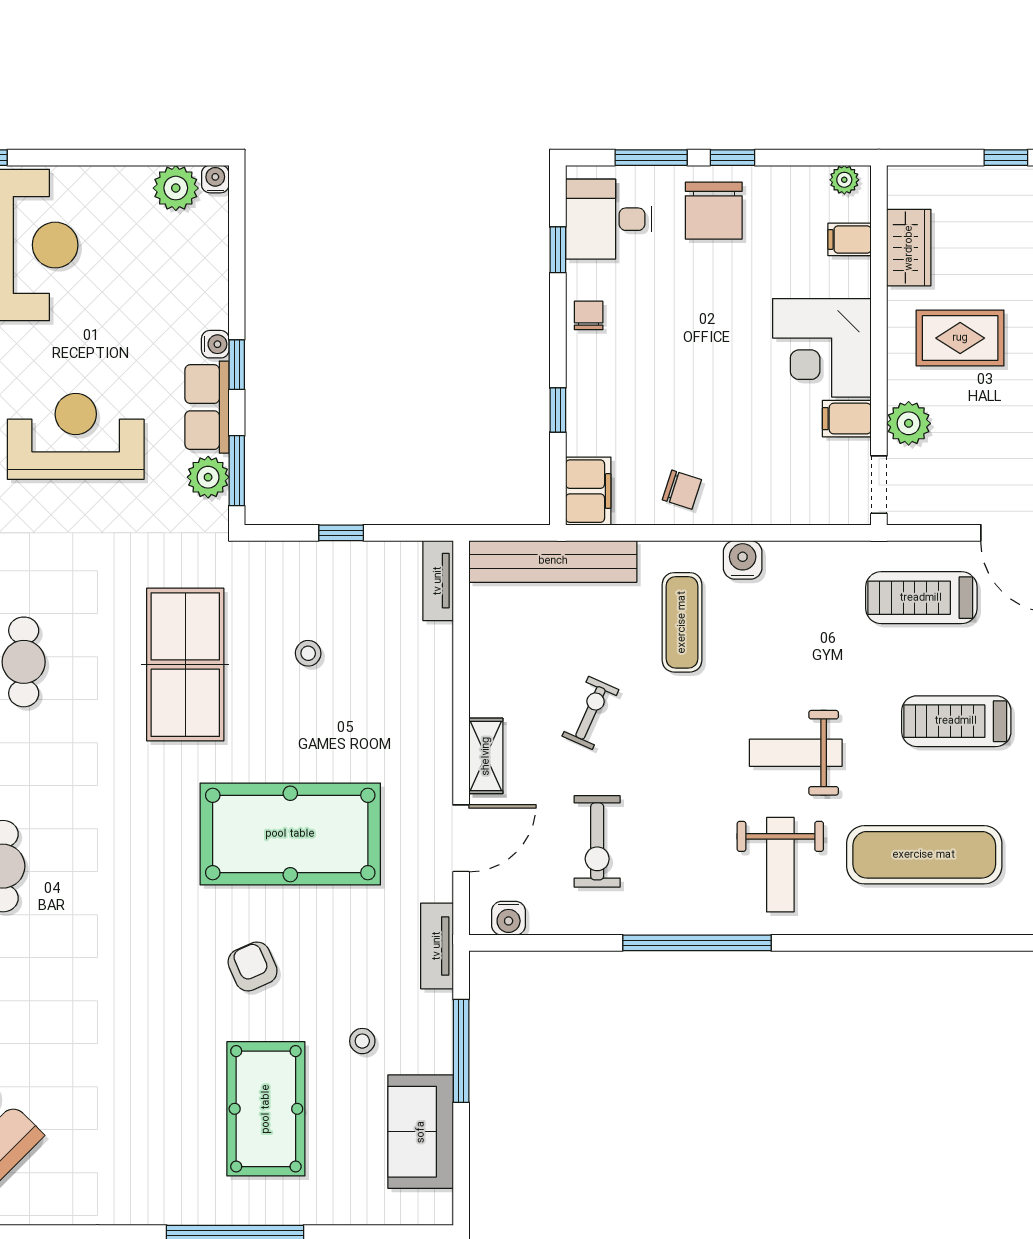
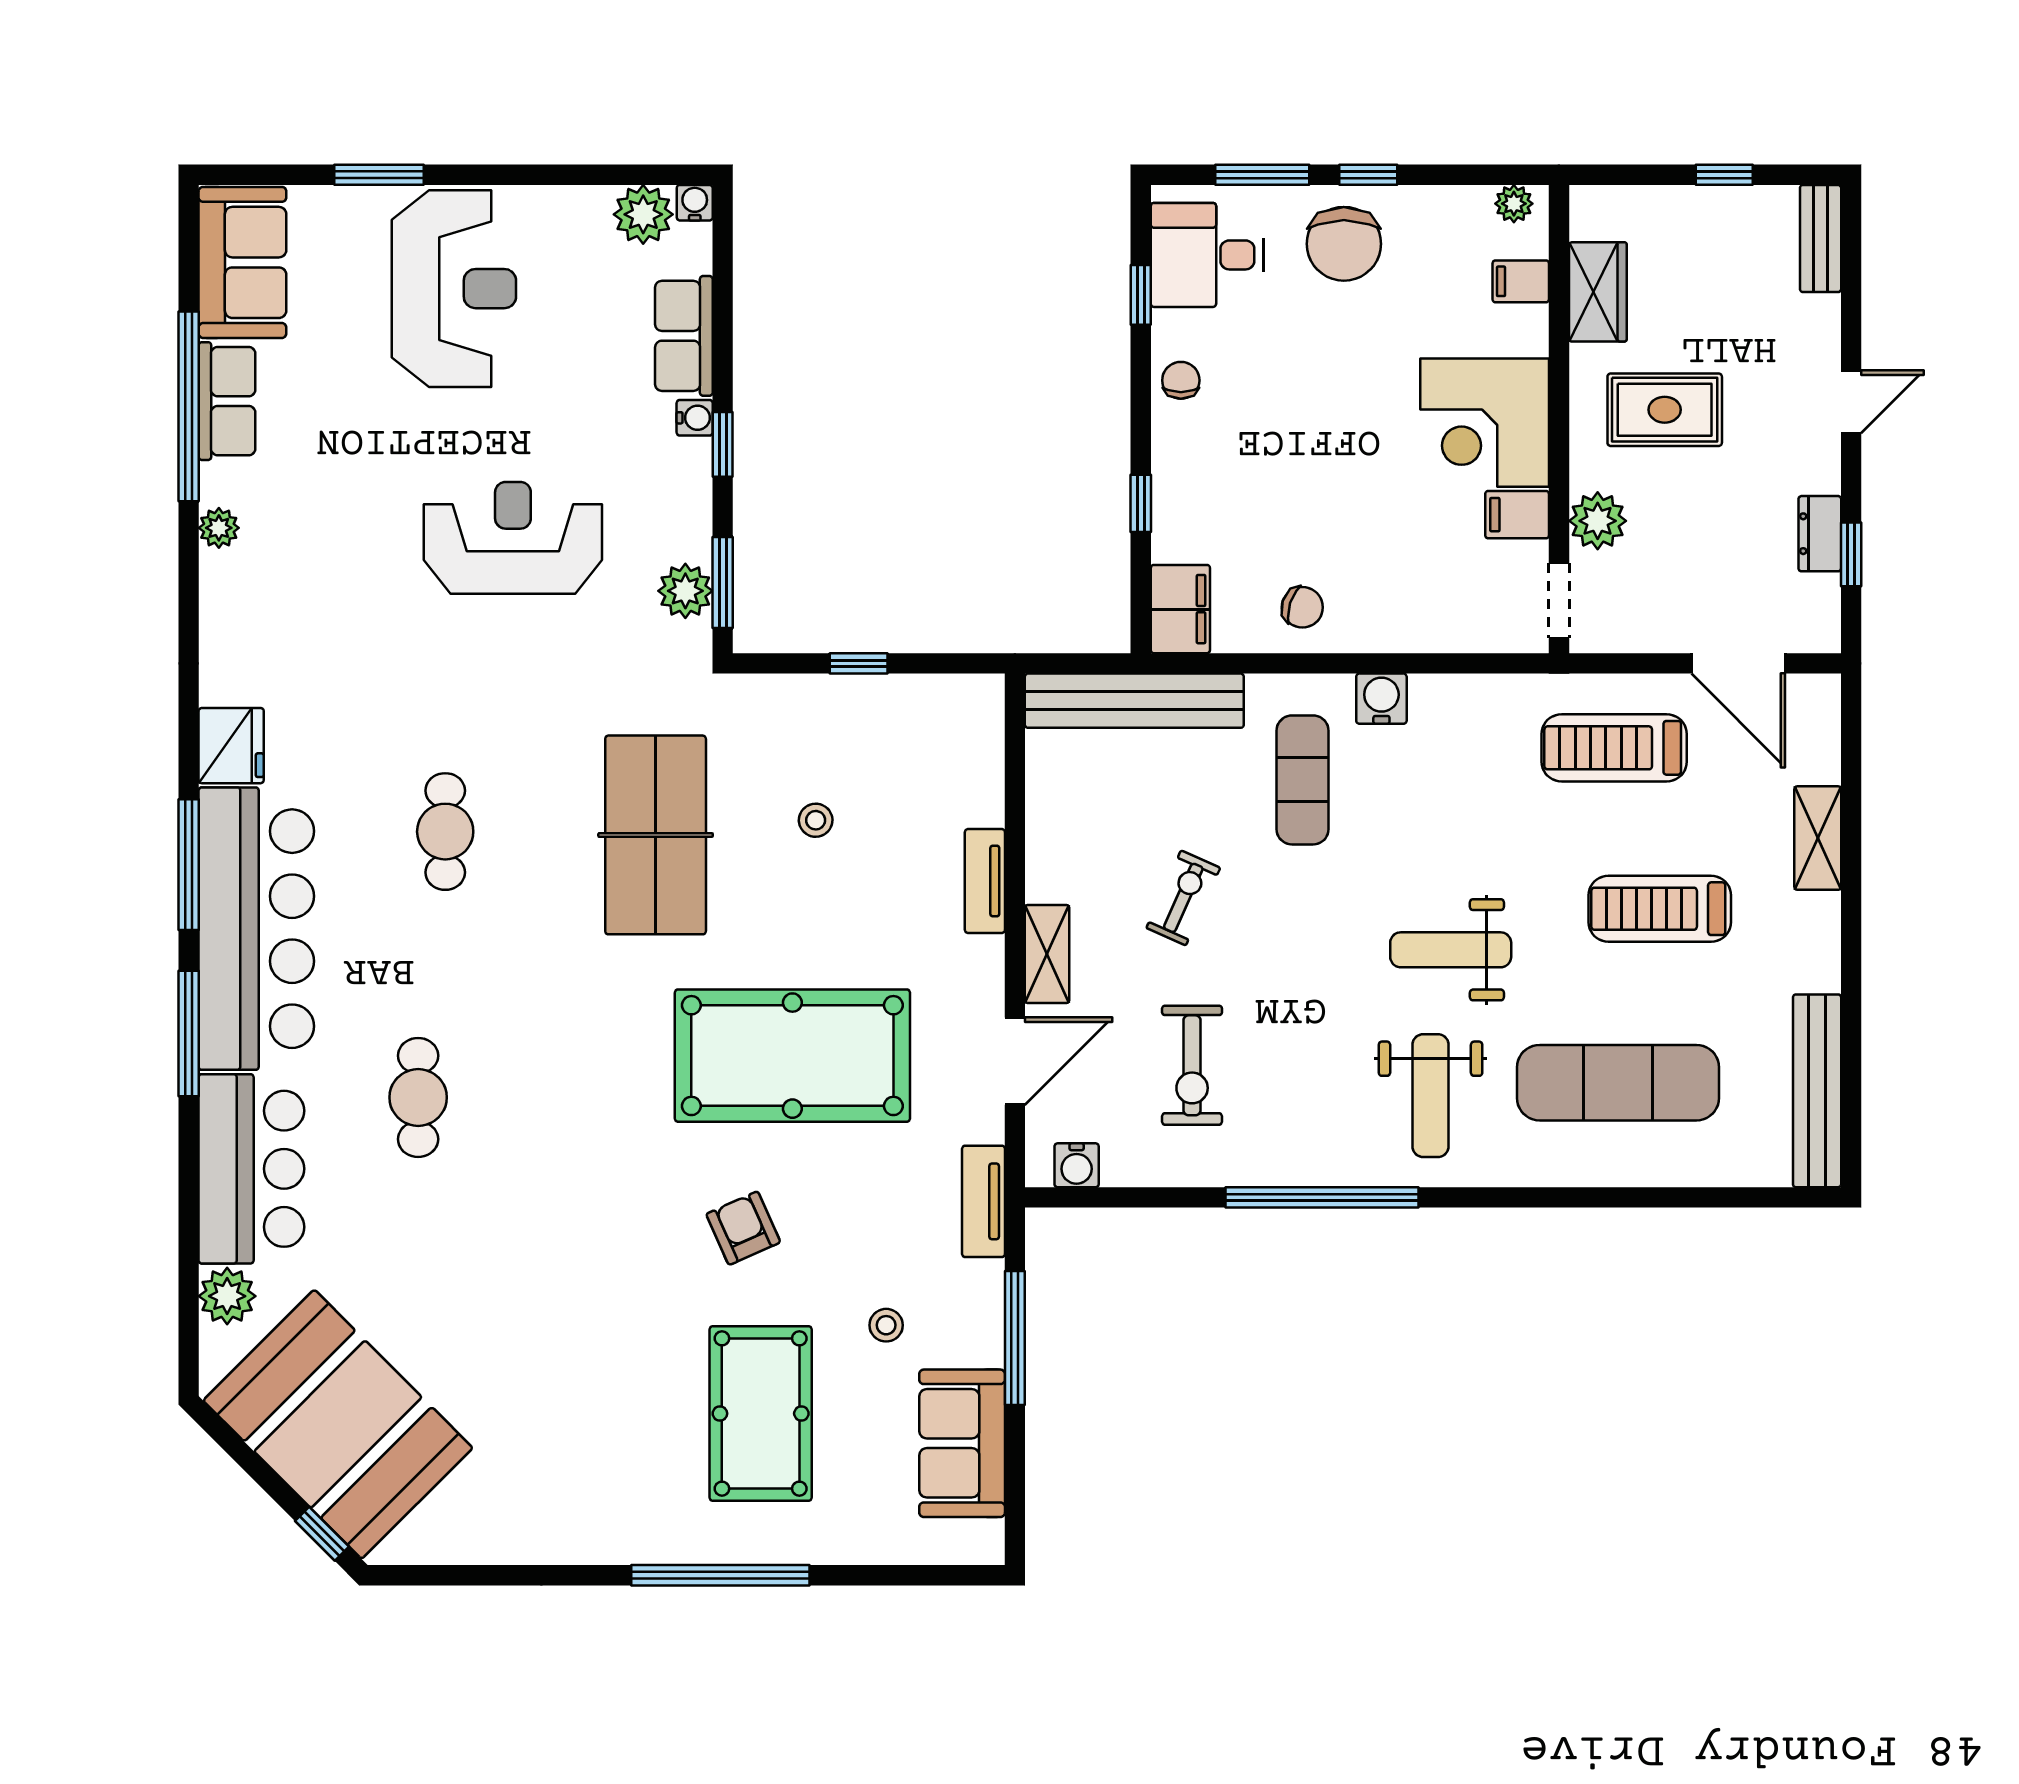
row of seats: (207, 407) -> (684, 336), moved
tv unit: (438, 581) -> (985, 881), moved

